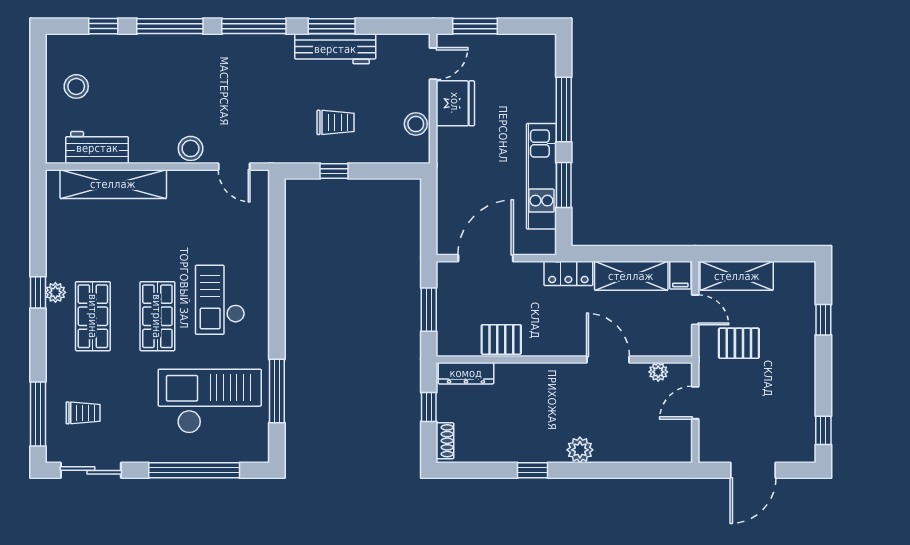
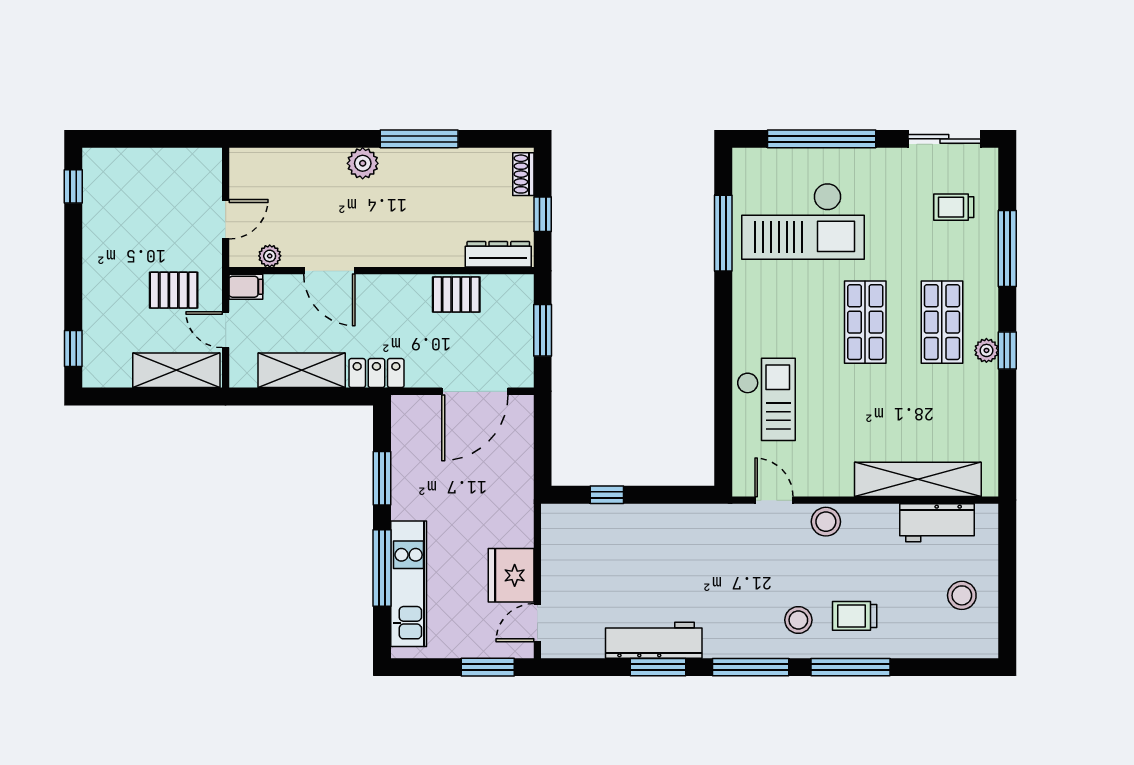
window: (103, 26) -> (930, 667), removed
trolley: (335, 122) -> (855, 616), moved
stool: (416, 124) -> (798, 620), moved
window: (334, 171) -> (607, 495), moved
kitchen unit: (541, 176) -> (409, 584), moved
filing cabinet: (680, 275) -> (246, 287), moved, turned 90
checkout: (220, 300) -> (766, 399), moved
window: (823, 320) -> (73, 349), moved
window: (38, 414) -> (1007, 249), moved
window: (532, 470) -> (419, 139), width x2.17
door: (753, 470) -> (157, 139), removed

